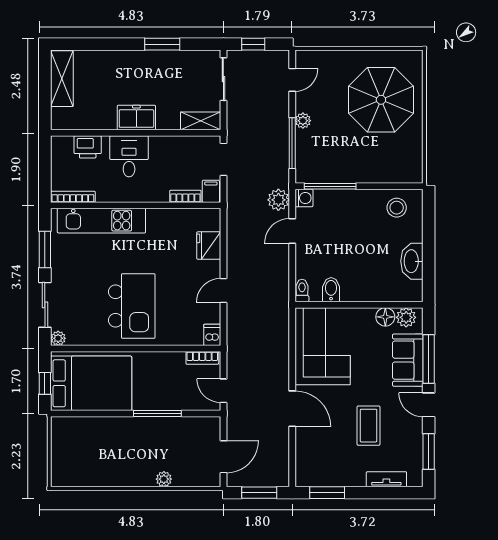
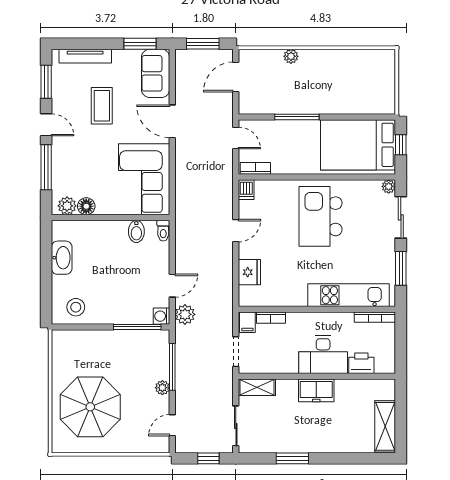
desk: (129, 156) -> (323, 355), width x1.37
sofa: (408, 360) -> (156, 73), moved, turned 180
tv unit: (386, 479) -> (85, 56), width x1.41

